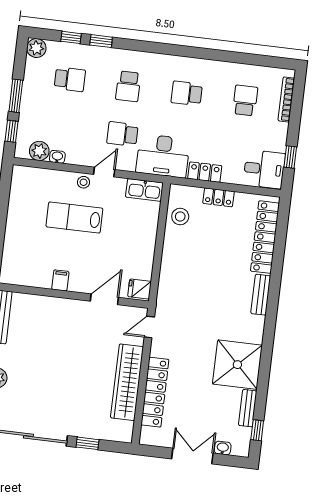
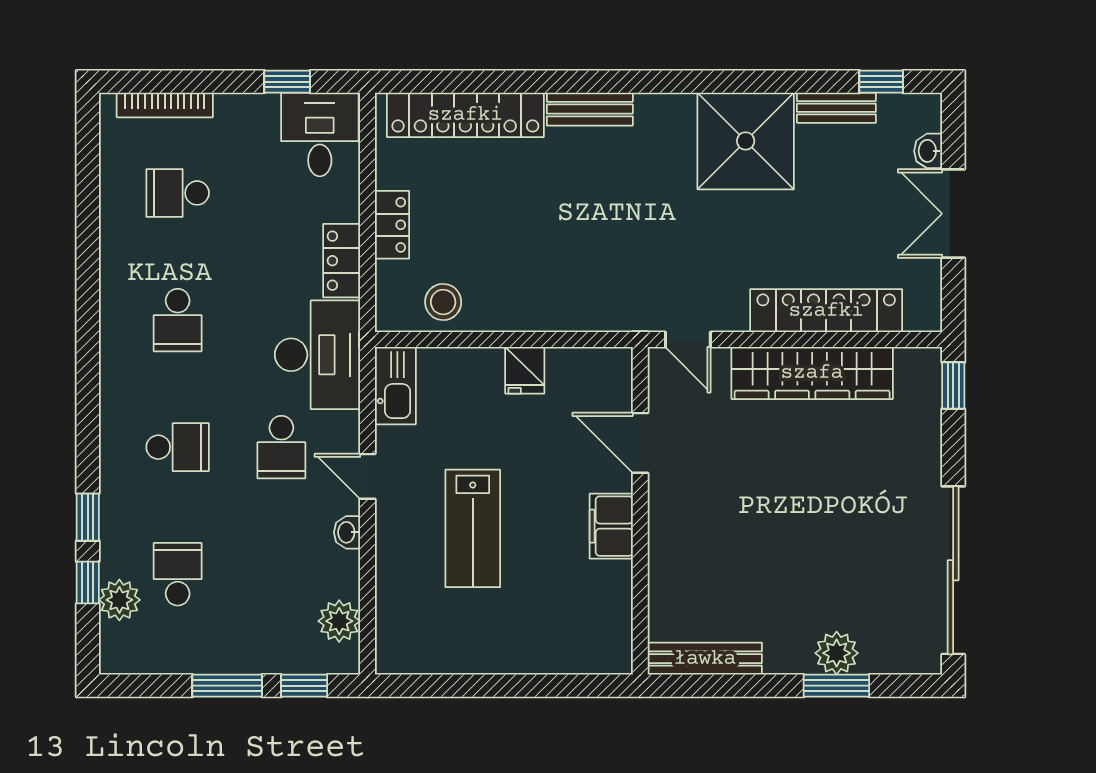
plant: (36, 48) -> (119, 600), moved
washbasin: (57, 157) -> (347, 532), moved
stool: (84, 182) -> (395, 518), removed
filing cabinet: (60, 280) -> (611, 526), width x2.00
fridge: (140, 289) -> (525, 370), moved
window: (87, 443) -> (953, 386), moved

